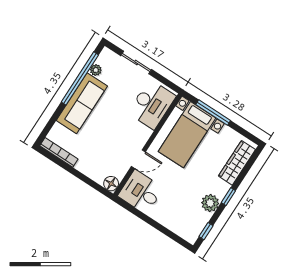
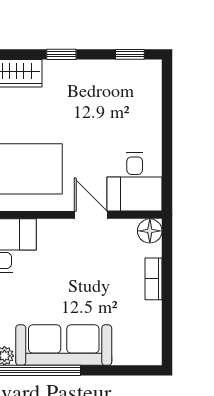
bookcase: (59, 152) -> (154, 279), moved, width x0.64
plant: (210, 203) -> (87, 74), removed

